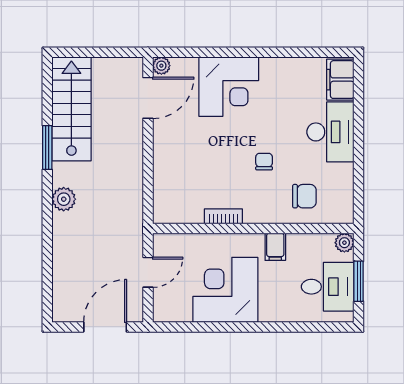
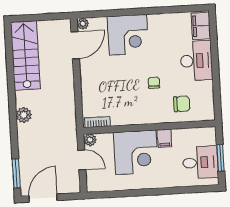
window: (47, 148) -> (16, 173), moved
bookcase: (223, 216) -> (97, 122), moved
plant: (344, 243) -> (90, 140), moved
door: (148, 272) -> (82, 160), hinge flipped
corner desk: (225, 290) -> (136, 152), moved, turned 180
door: (105, 327) -> (43, 198), moved

